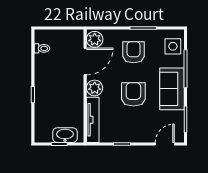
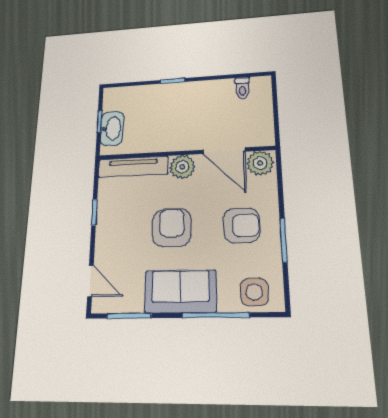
armchair: (133, 94) -> (172, 227), turned -90

